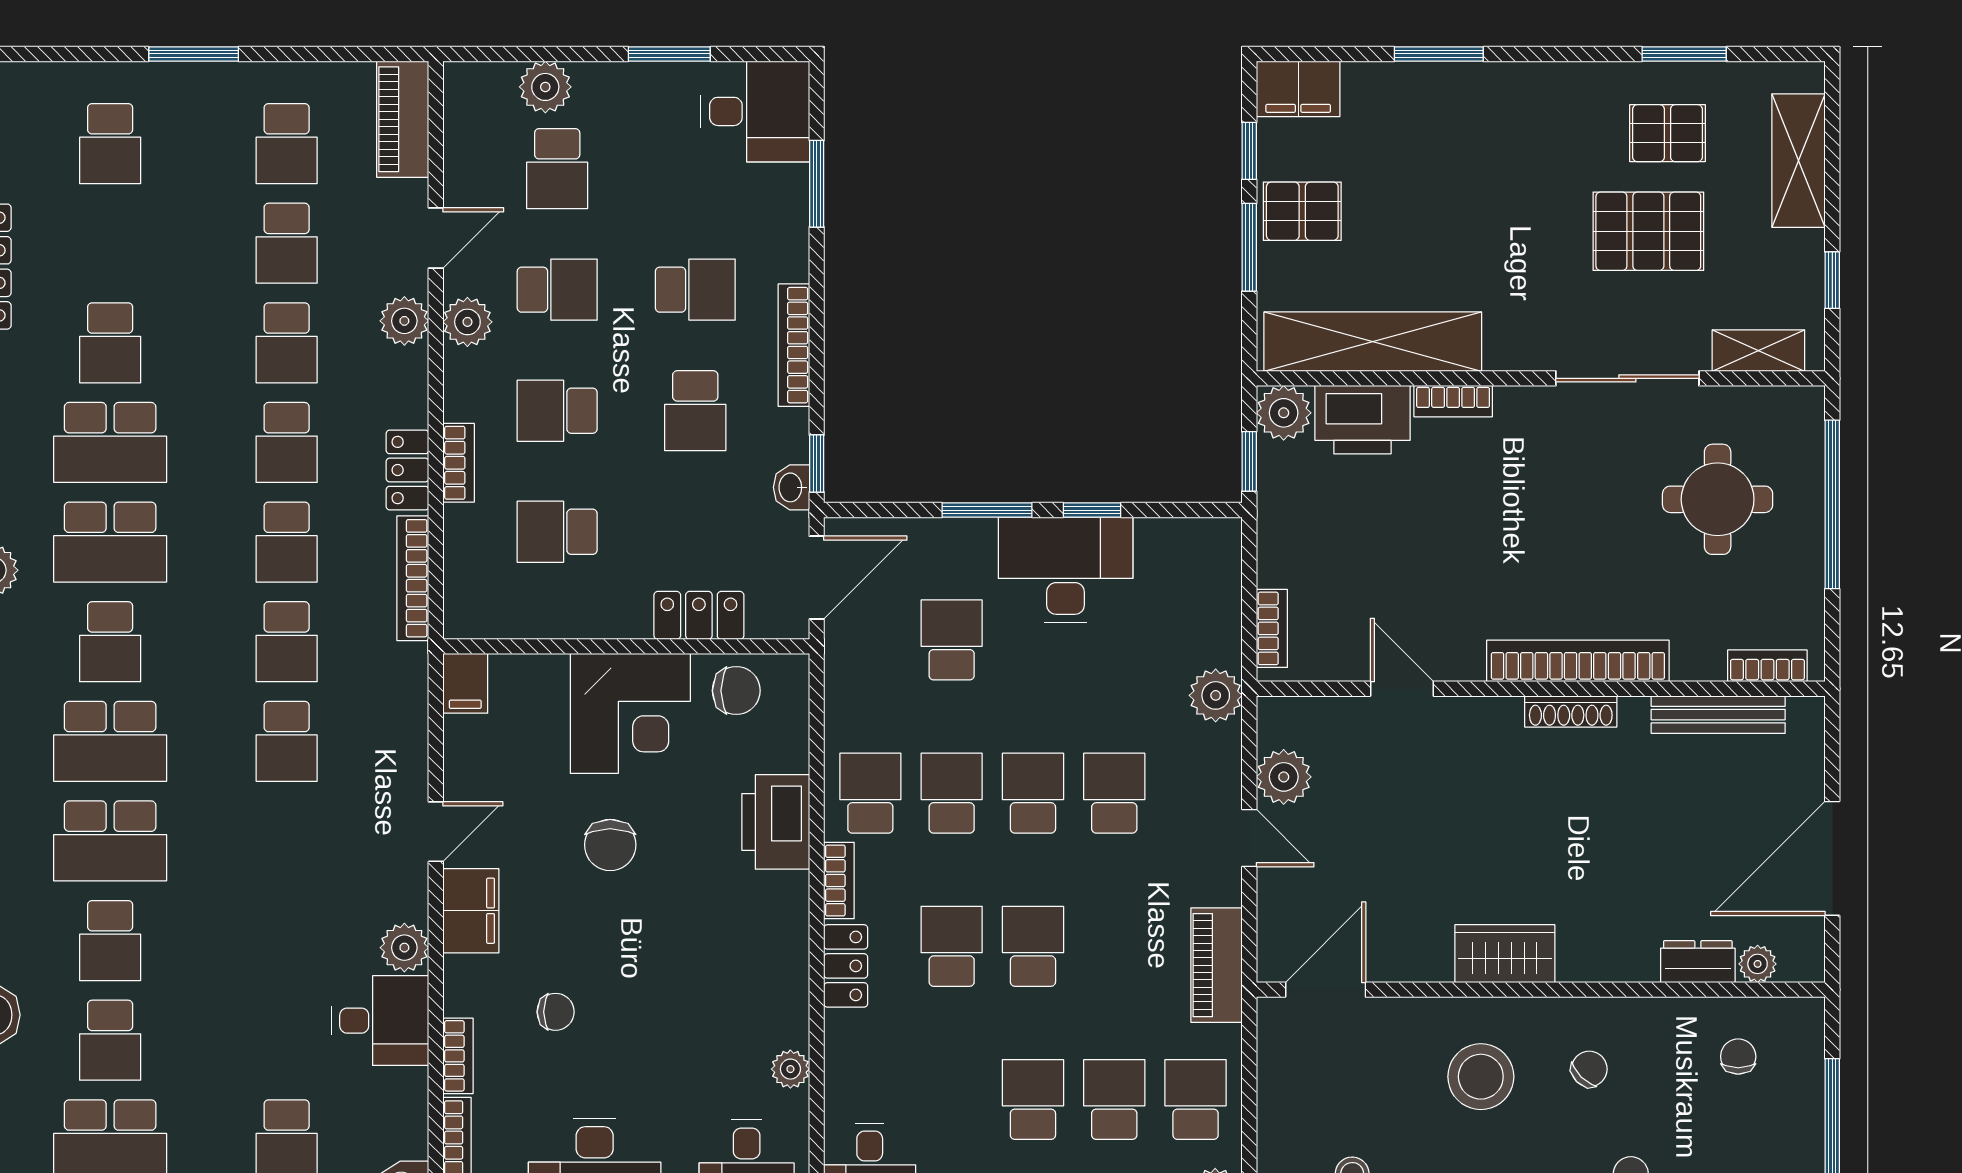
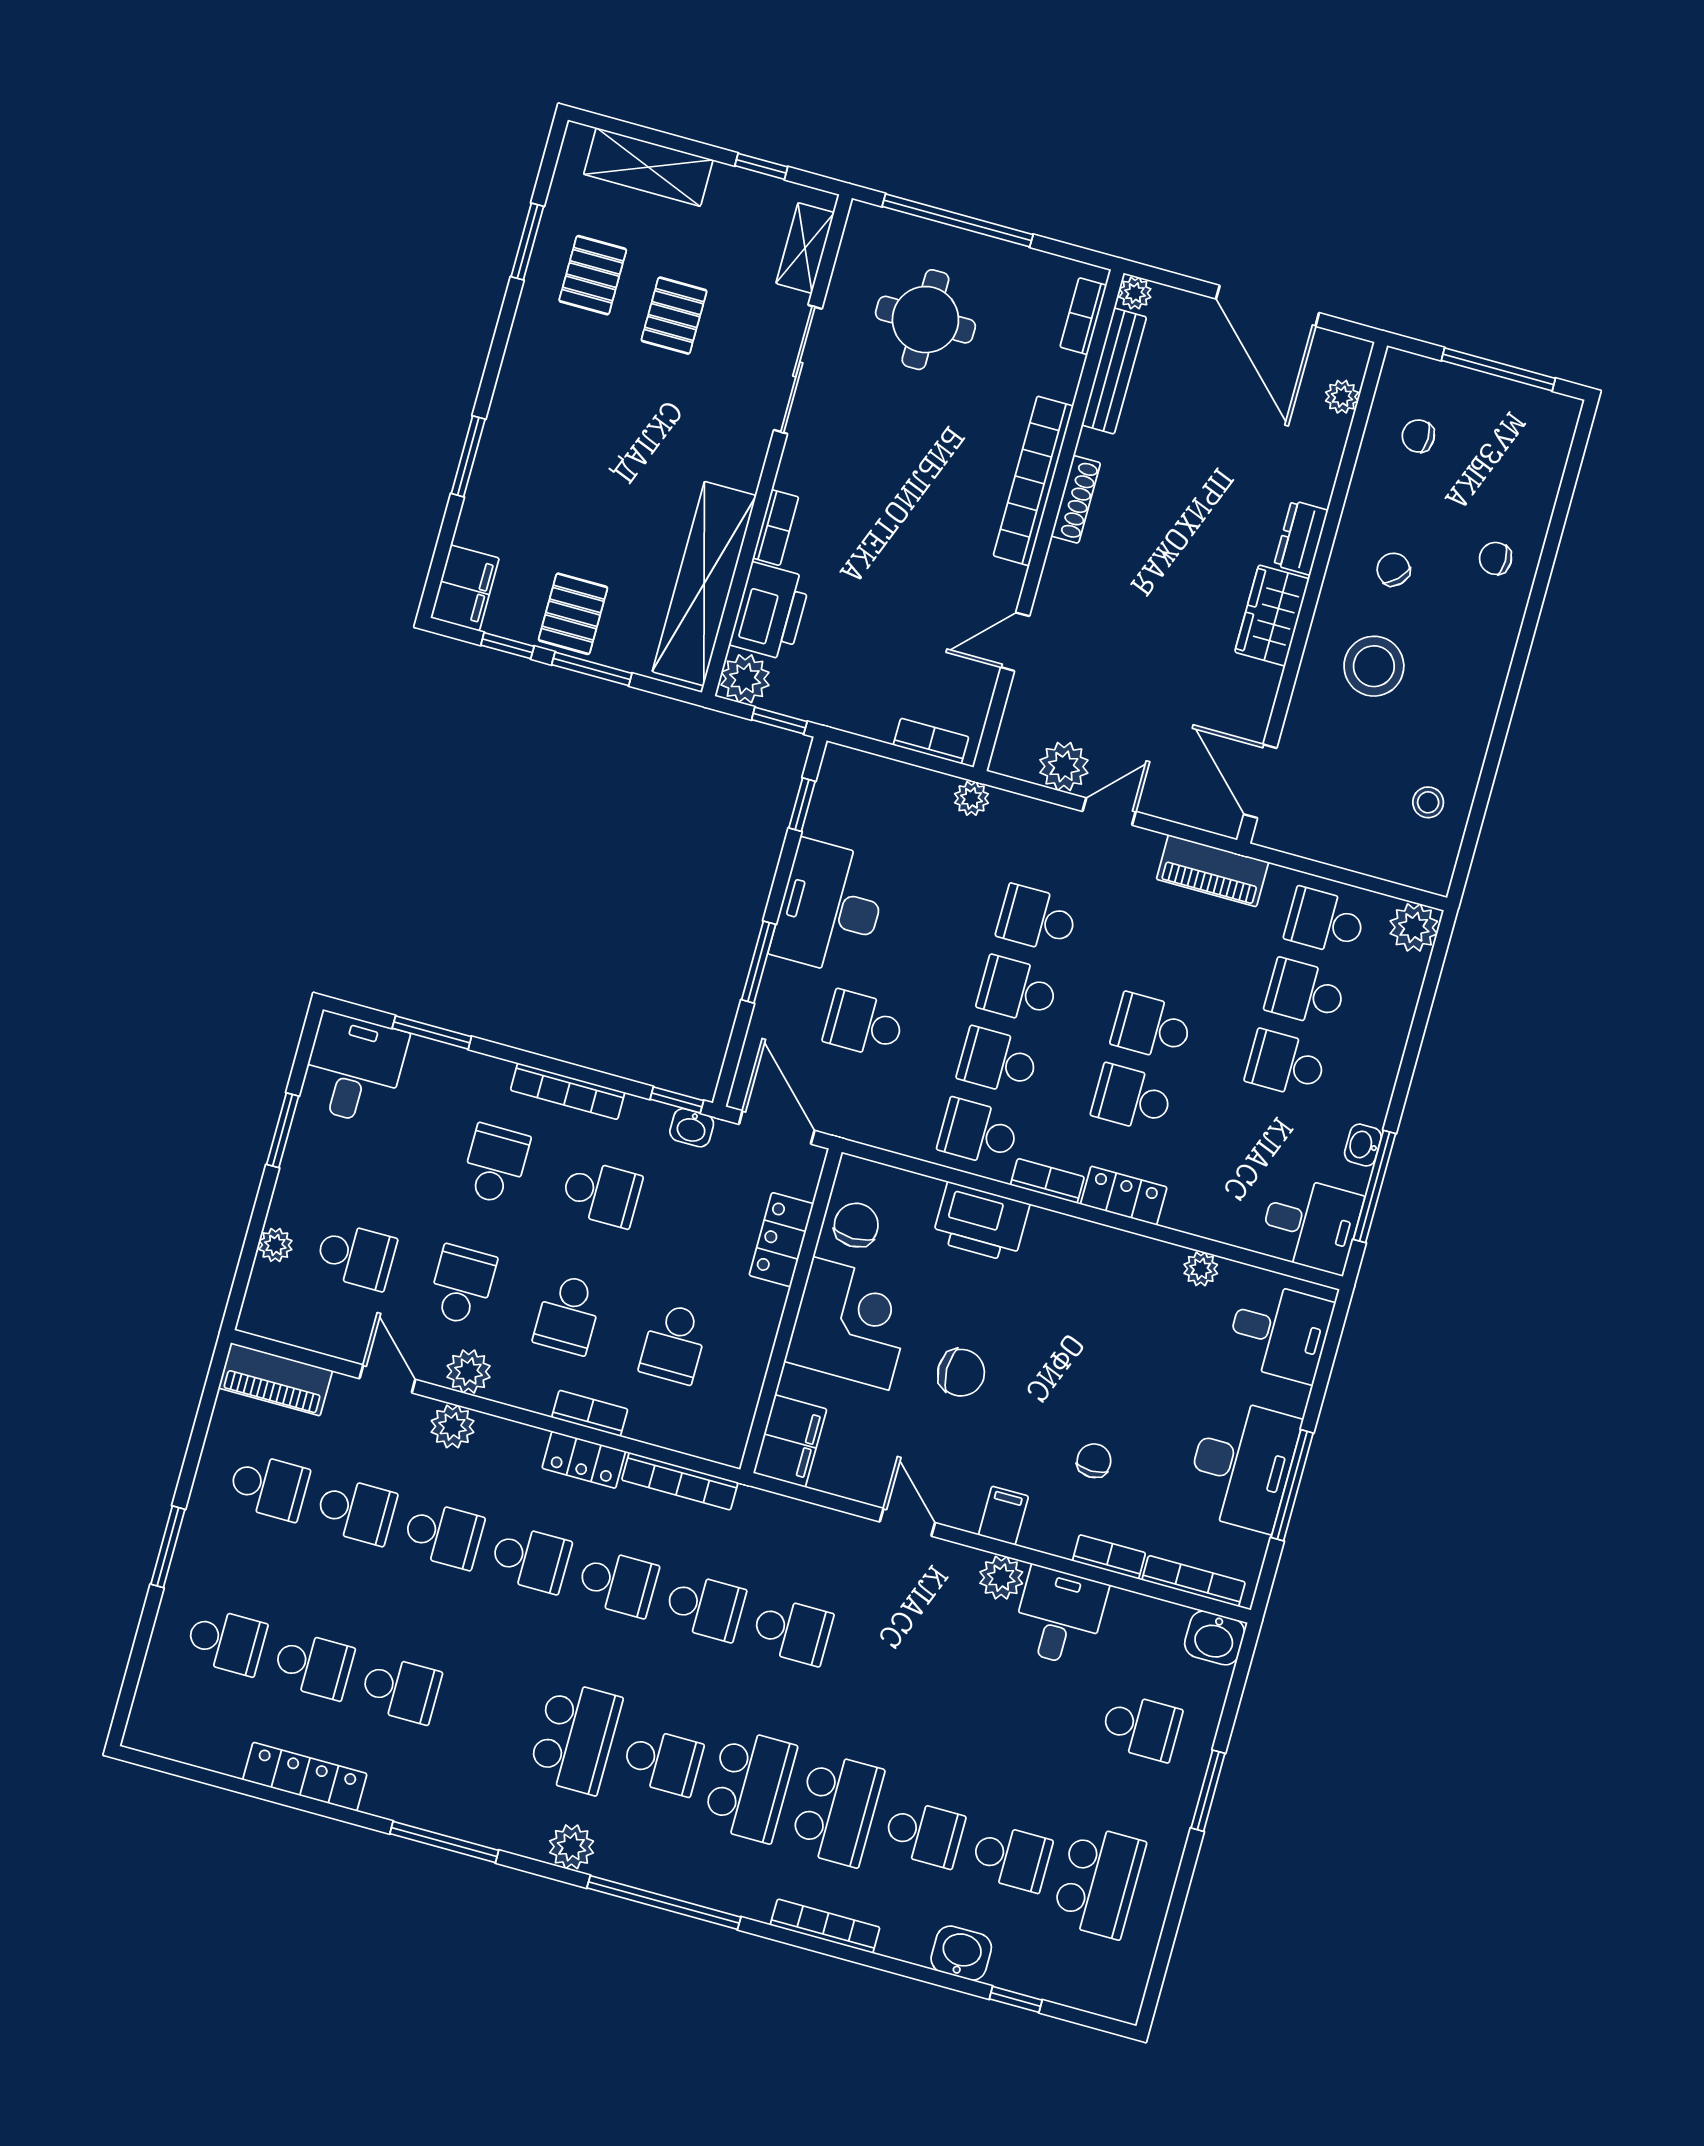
plant: (545, 87) -> (275, 1245), width x0.73, depth x0.73
pallet: (1648, 231) -> (674, 316), width x0.67, depth x0.71
school desk: (110, 442) -> (313, 1665), moved, width x0.54
window: (1092, 510) -> (802, 805), moved
filing cabinet: (465, 683) -> (790, 1441), width x2.00
plant: (1216, 695) -> (972, 798), width x0.73, depth x0.73
plant: (1807, 714) -> (1135, 293), added
filing cabinet: (471, 911) -> (1003, 1516), width x0.50
dresser: (1698, 962) -> (1301, 538), moved

